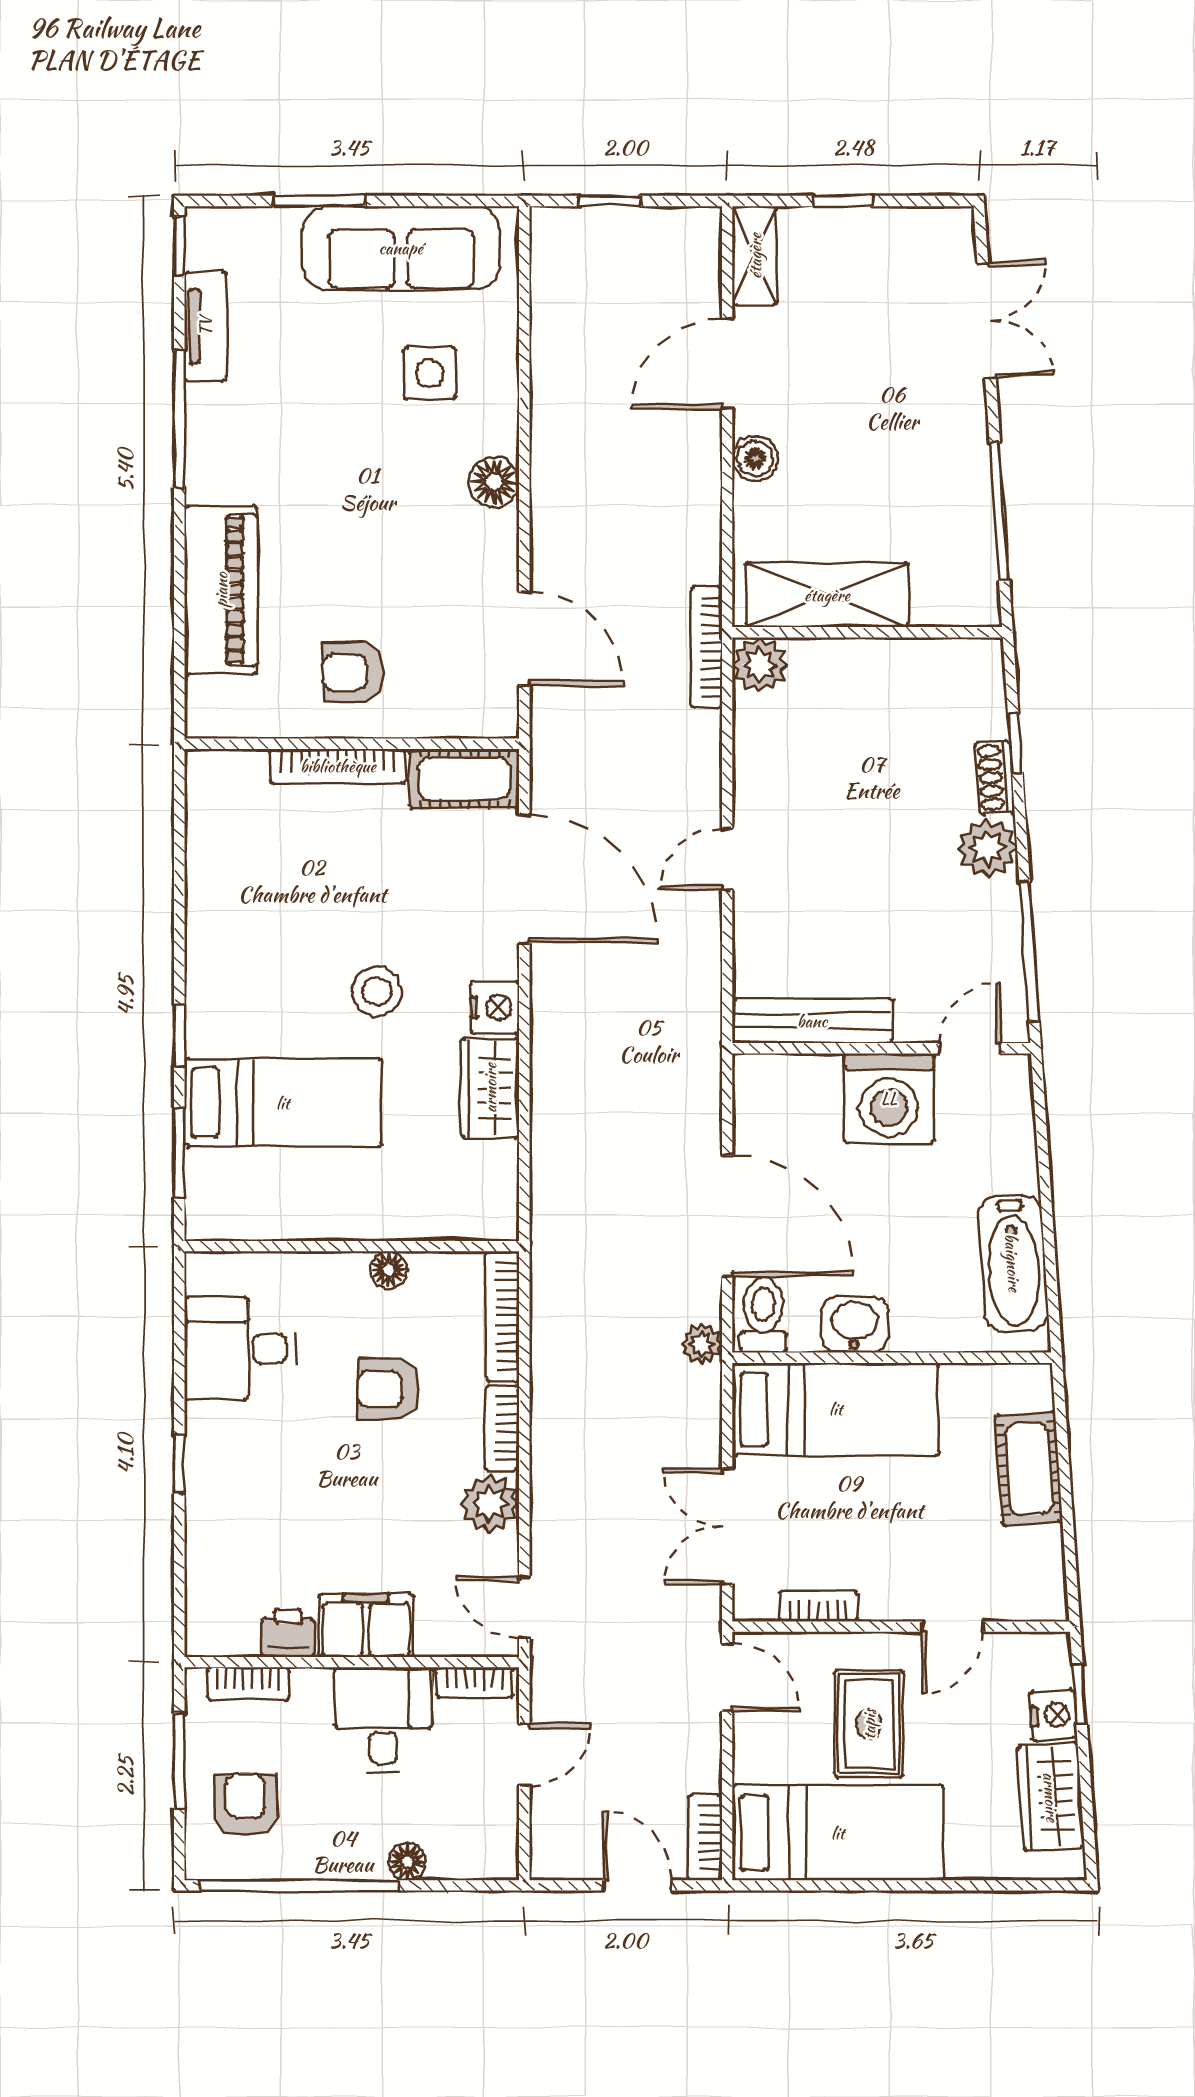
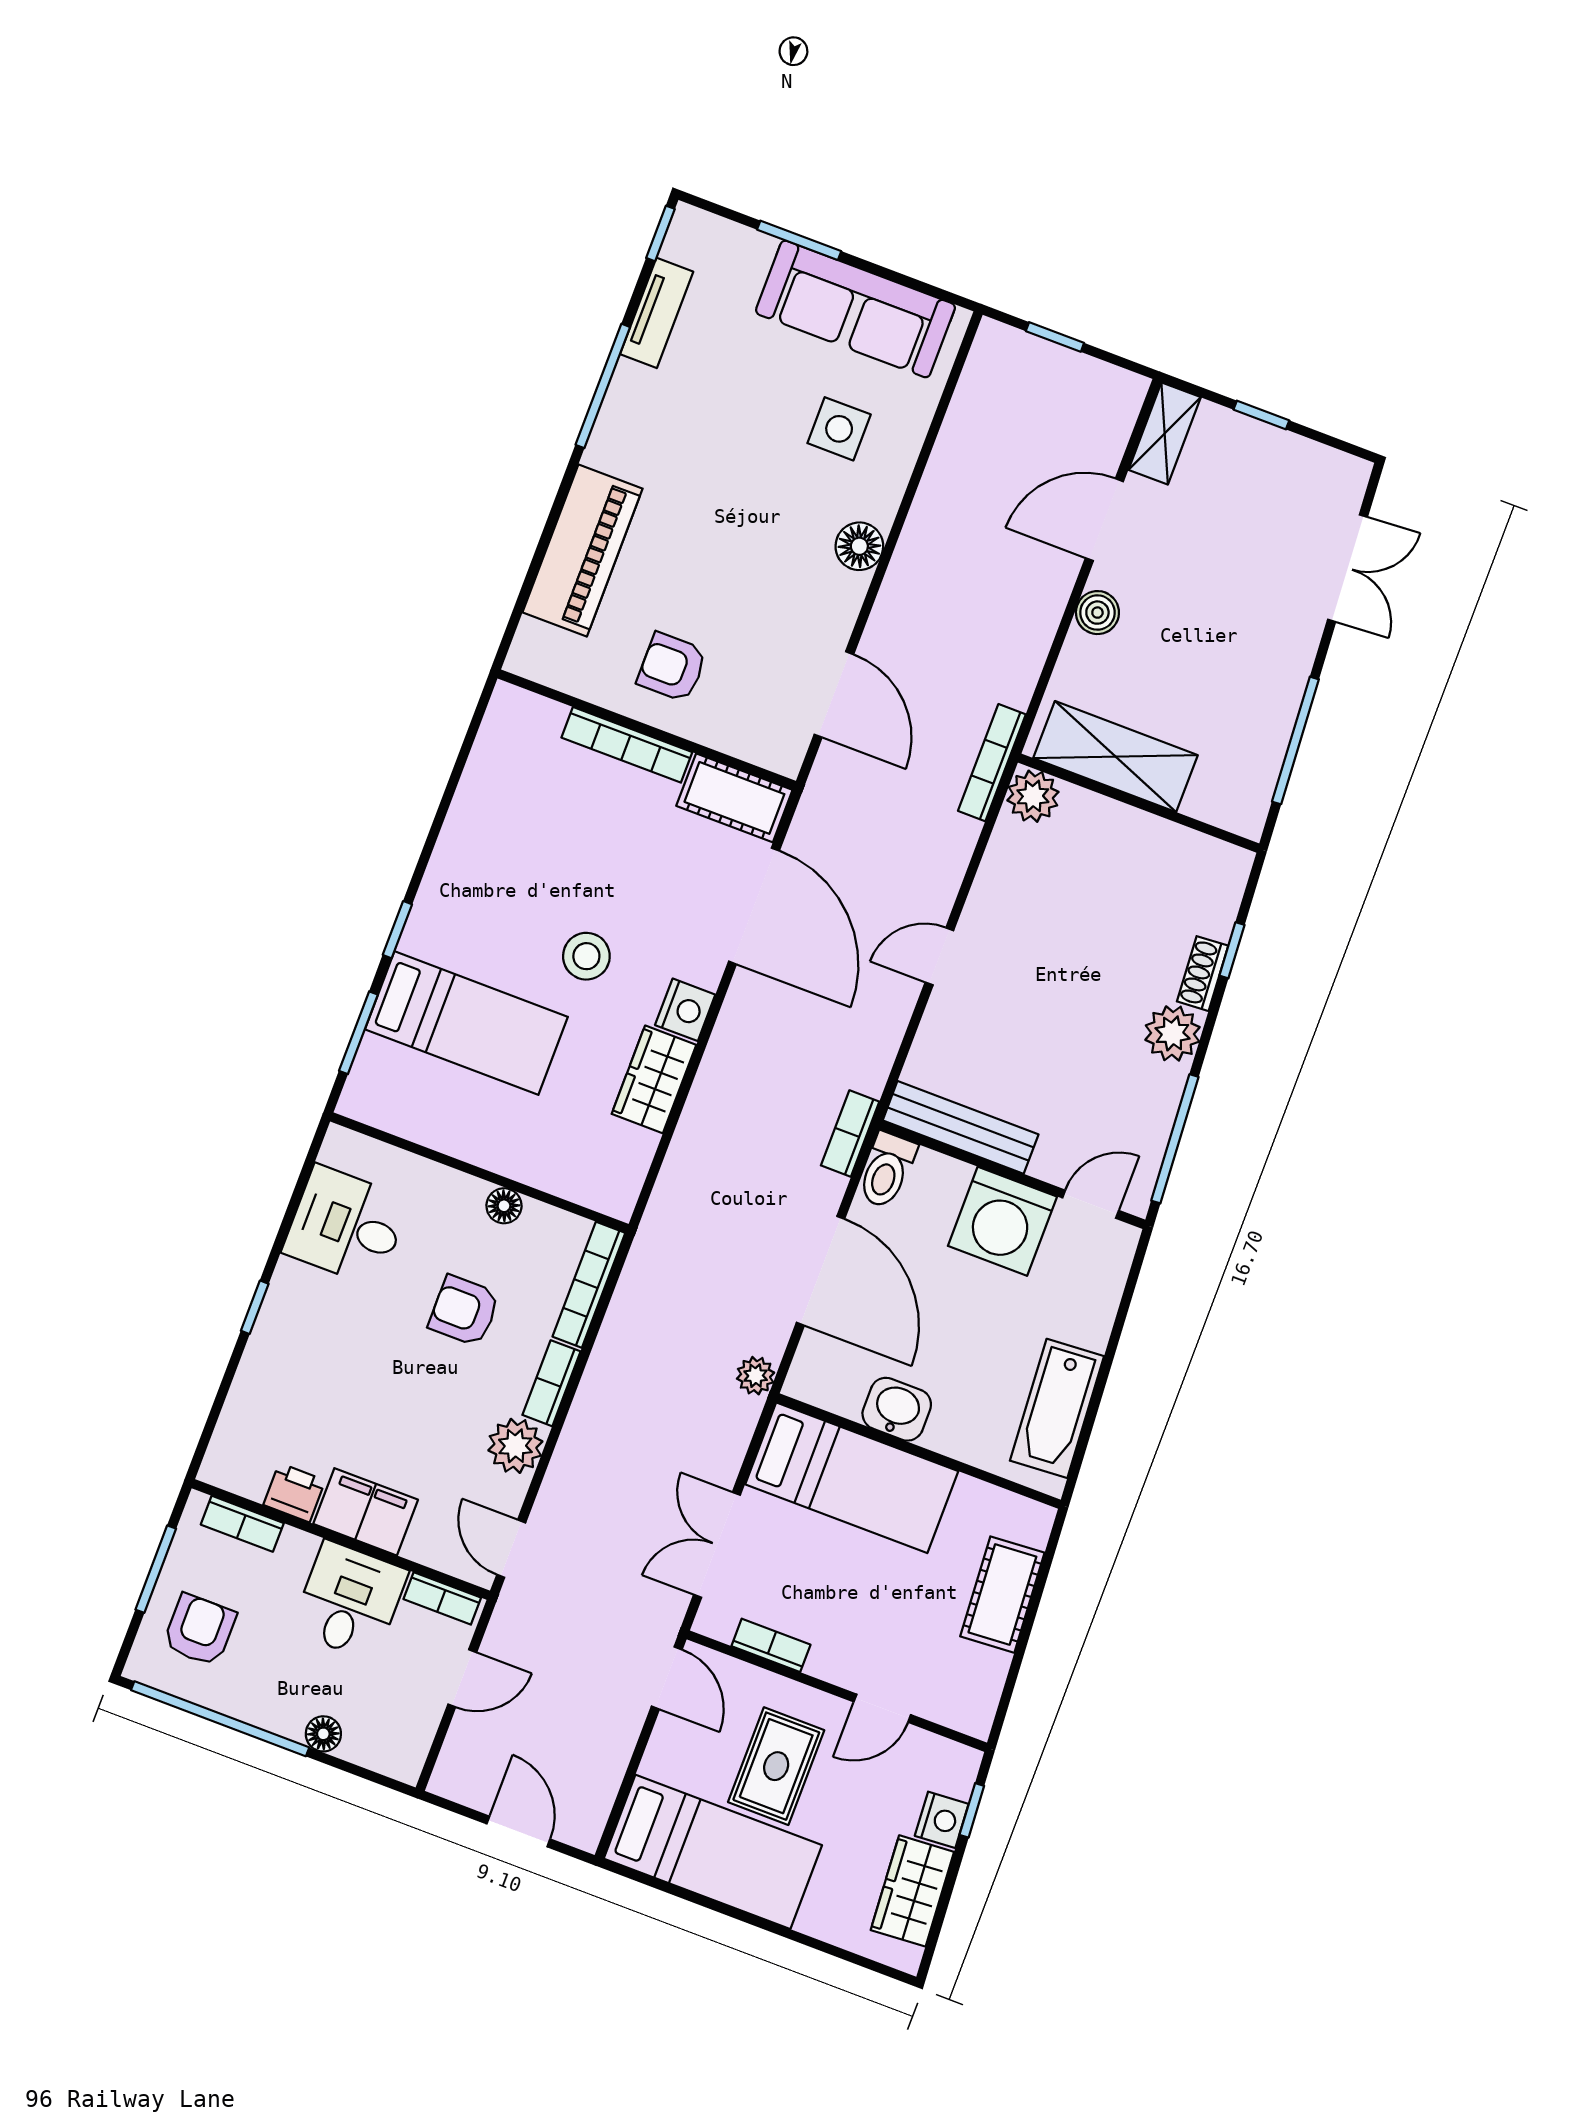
toilet: (763, 1315) -> (887, 1170), moved, turned 180
bookcase: (705, 1838) -> (850, 1134), moved

